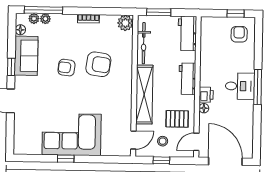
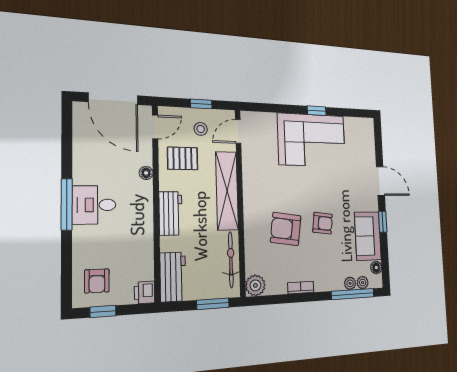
printer: (206, 95) -> (145, 292), moved

